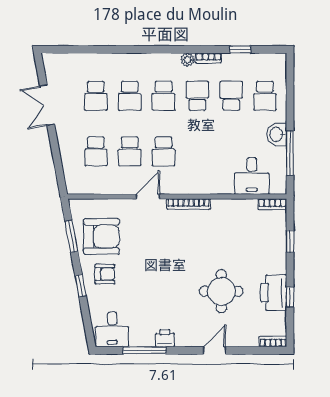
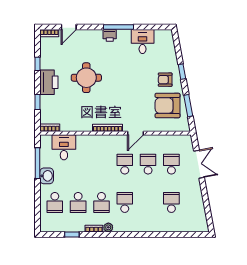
school desk: (130, 96) -> (148, 202), removed
school desk: (265, 96) -> (55, 202), turned 180
double door: (47, 105) -> (199, 164), moved
round table: (221, 291) -> (86, 78), moved
printer: (274, 293) -> (49, 82), moved
desk: (112, 329) -> (143, 42), moved
printer: (165, 338) -> (110, 35), moved
window: (144, 350) -> (118, 27), moved
door: (215, 350) -> (69, 27), moved

